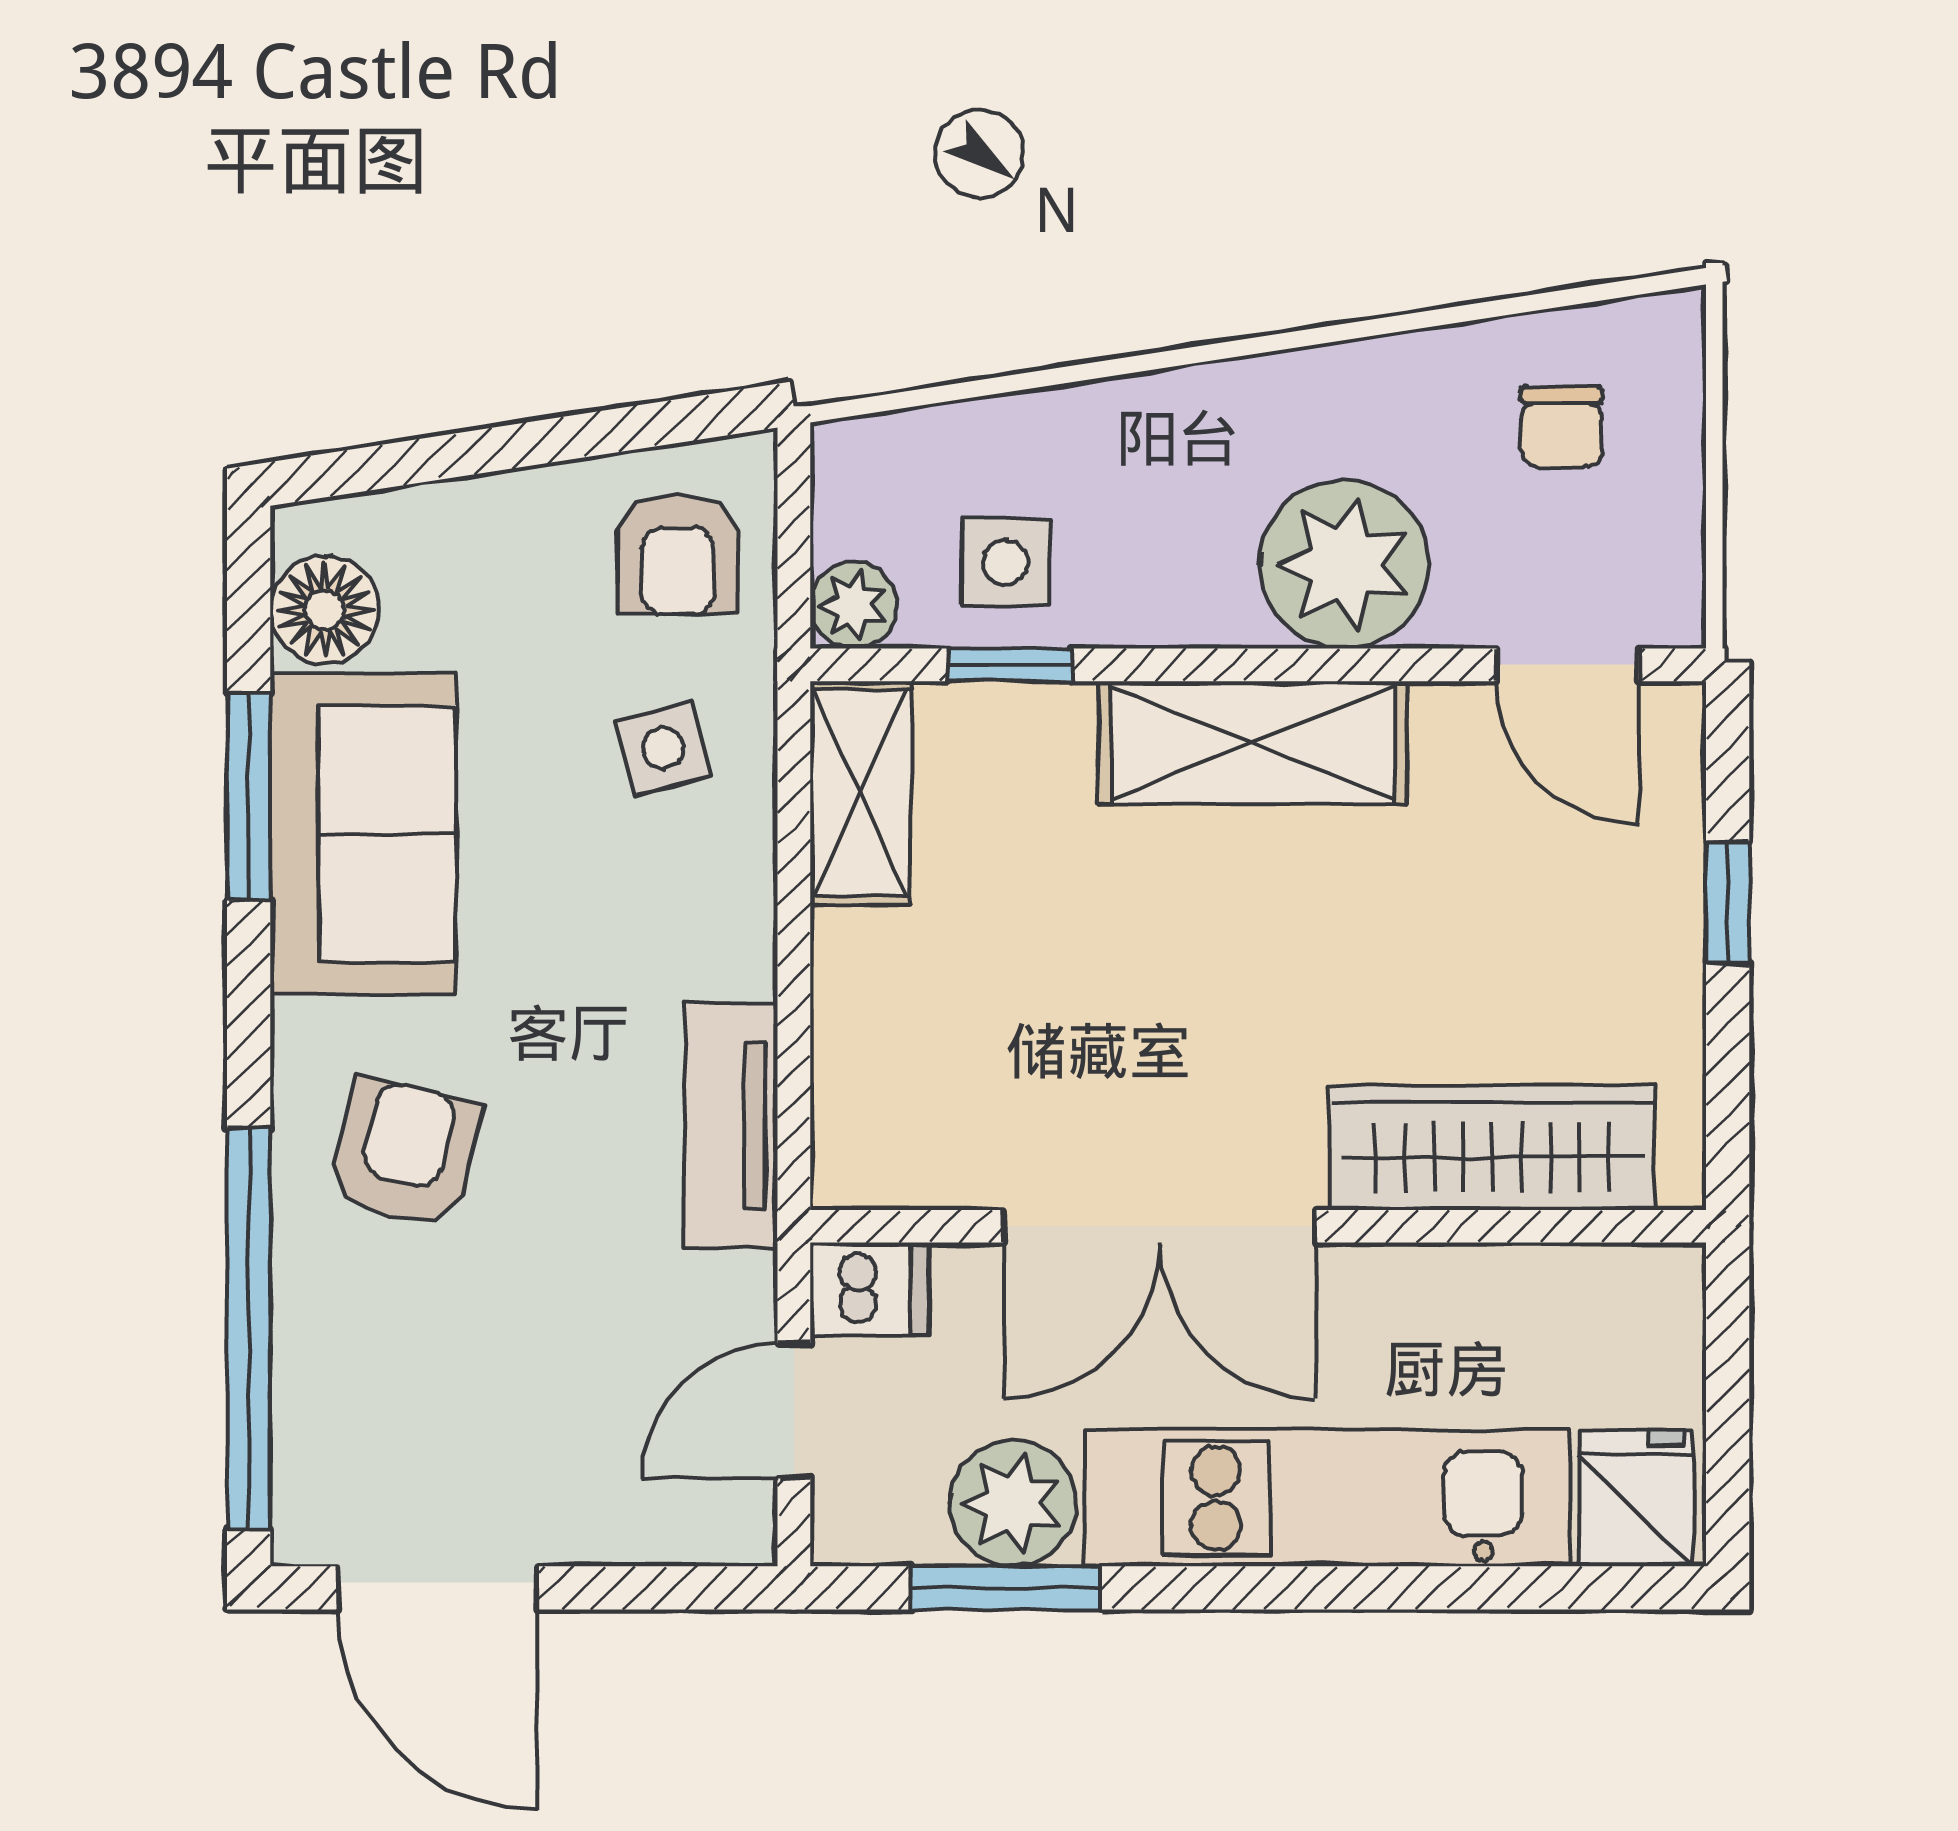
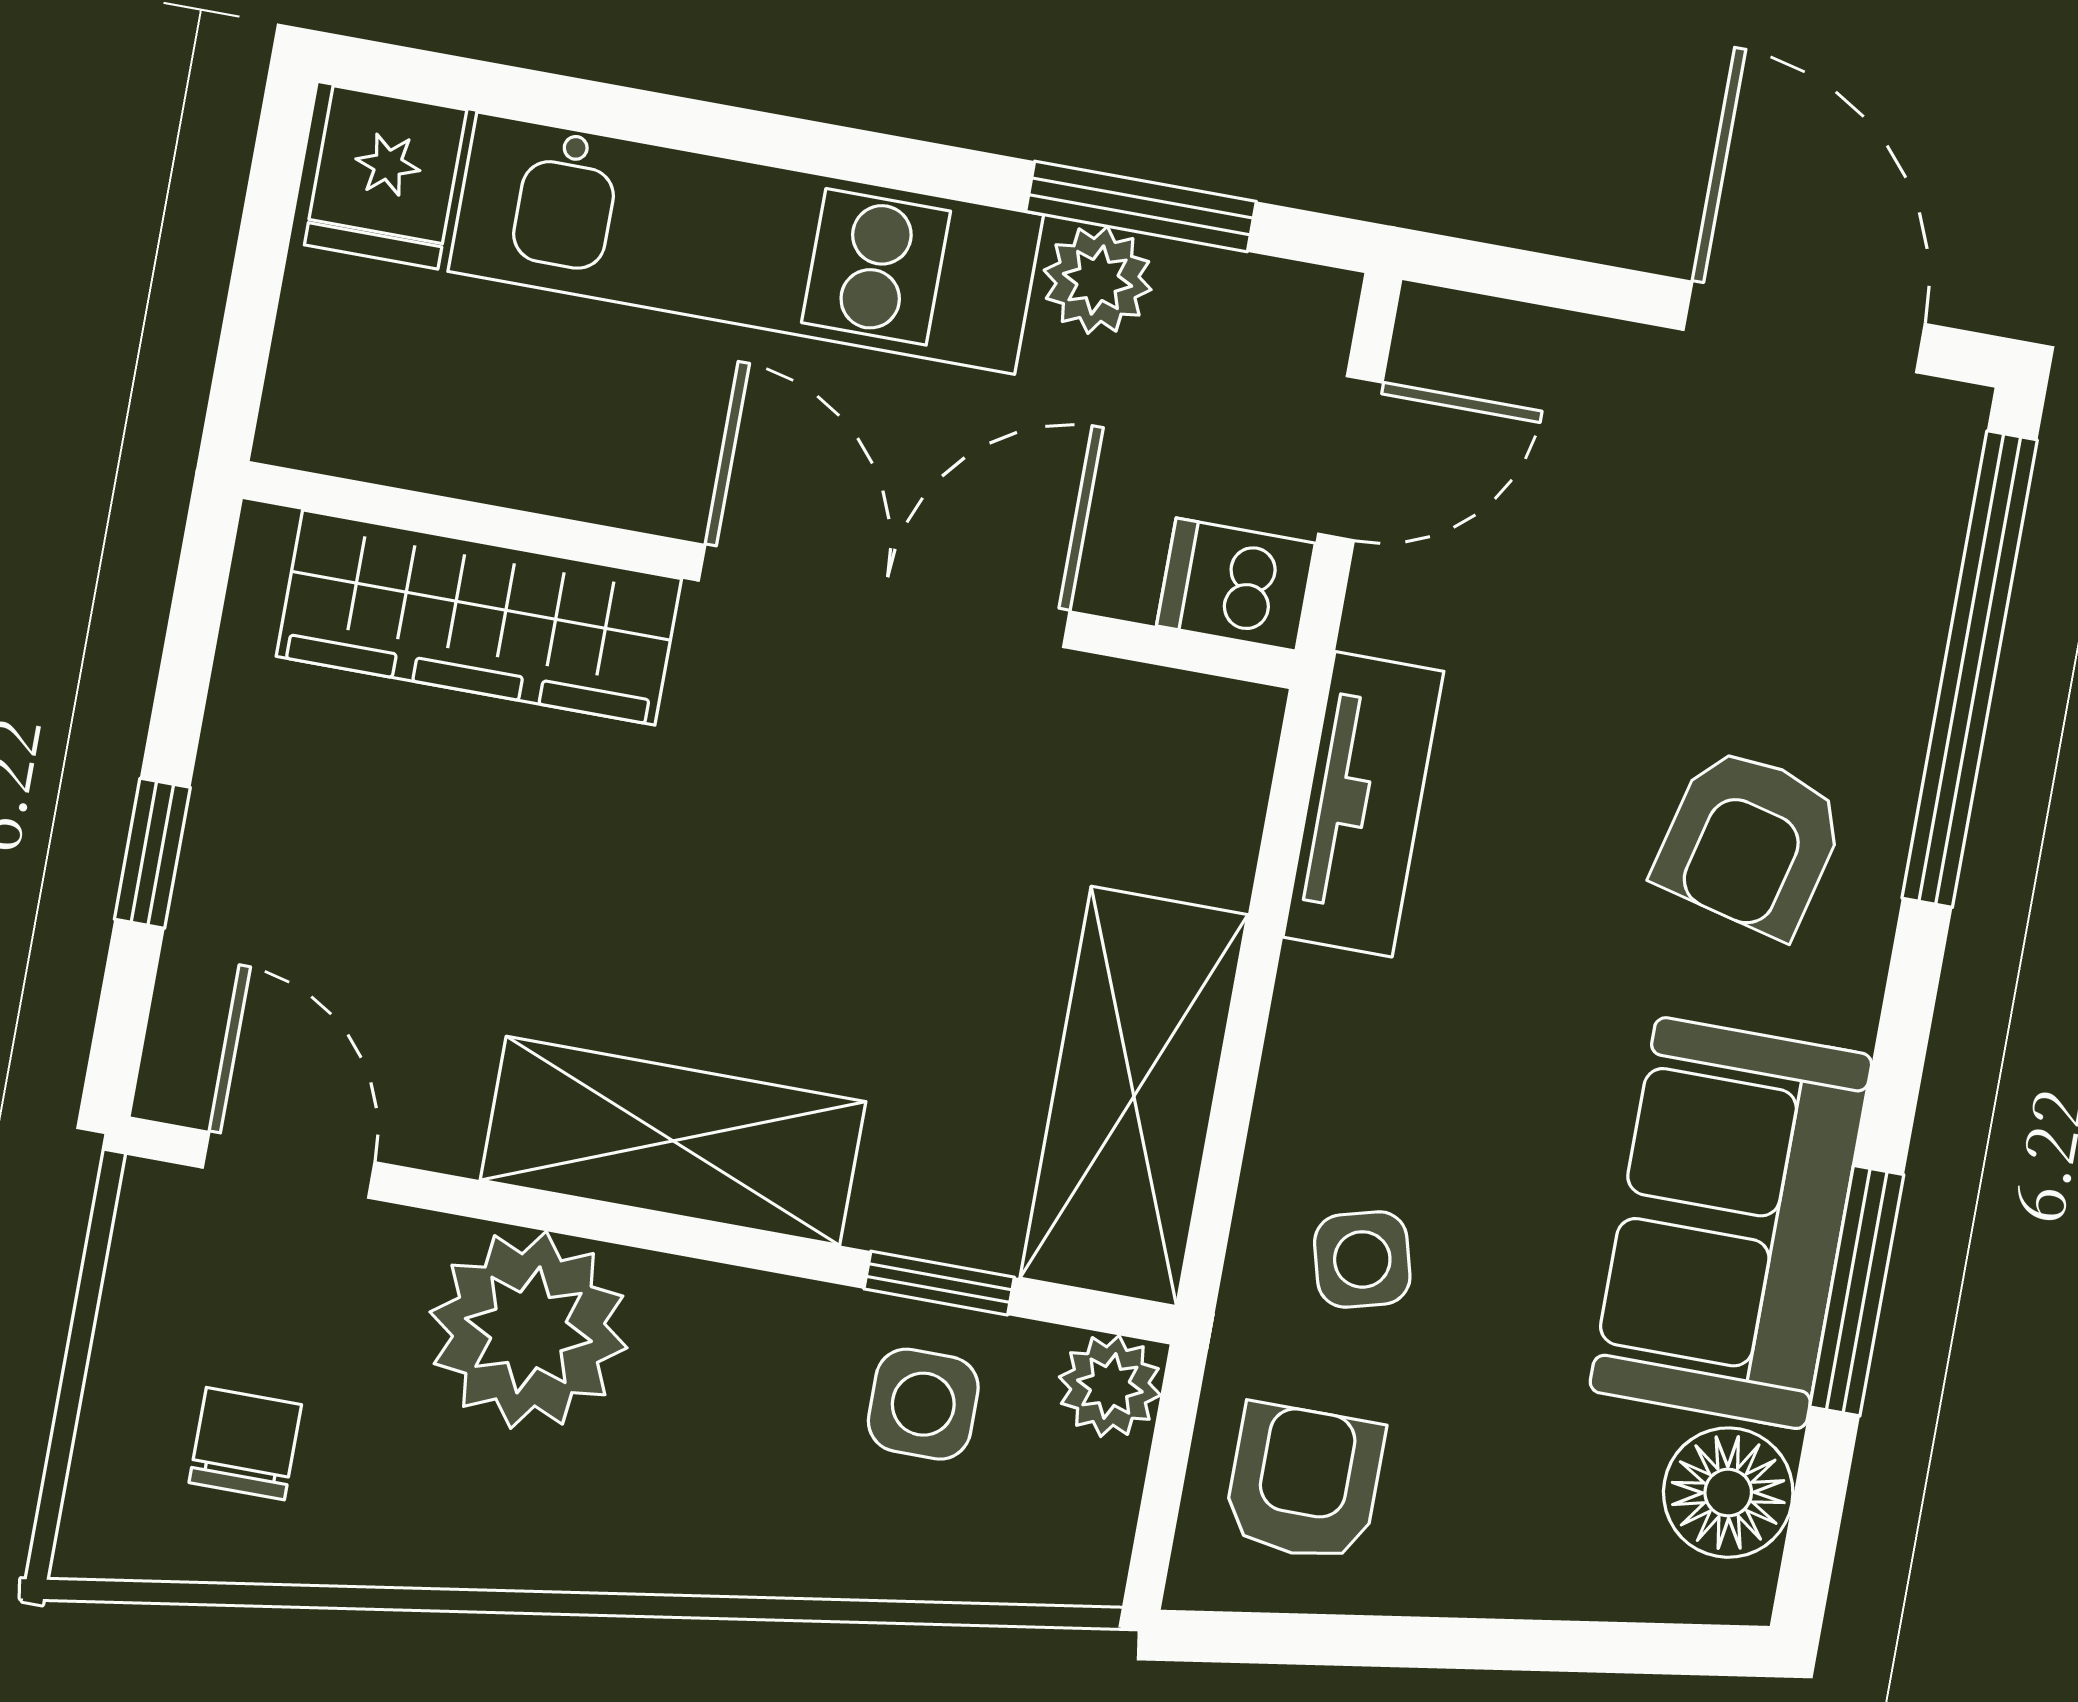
shelving: (860, 793) -> (1134, 1096), width x1.50, depth x1.33
plant: (1013, 1503) -> (1098, 280), width x0.73, depth x0.73

